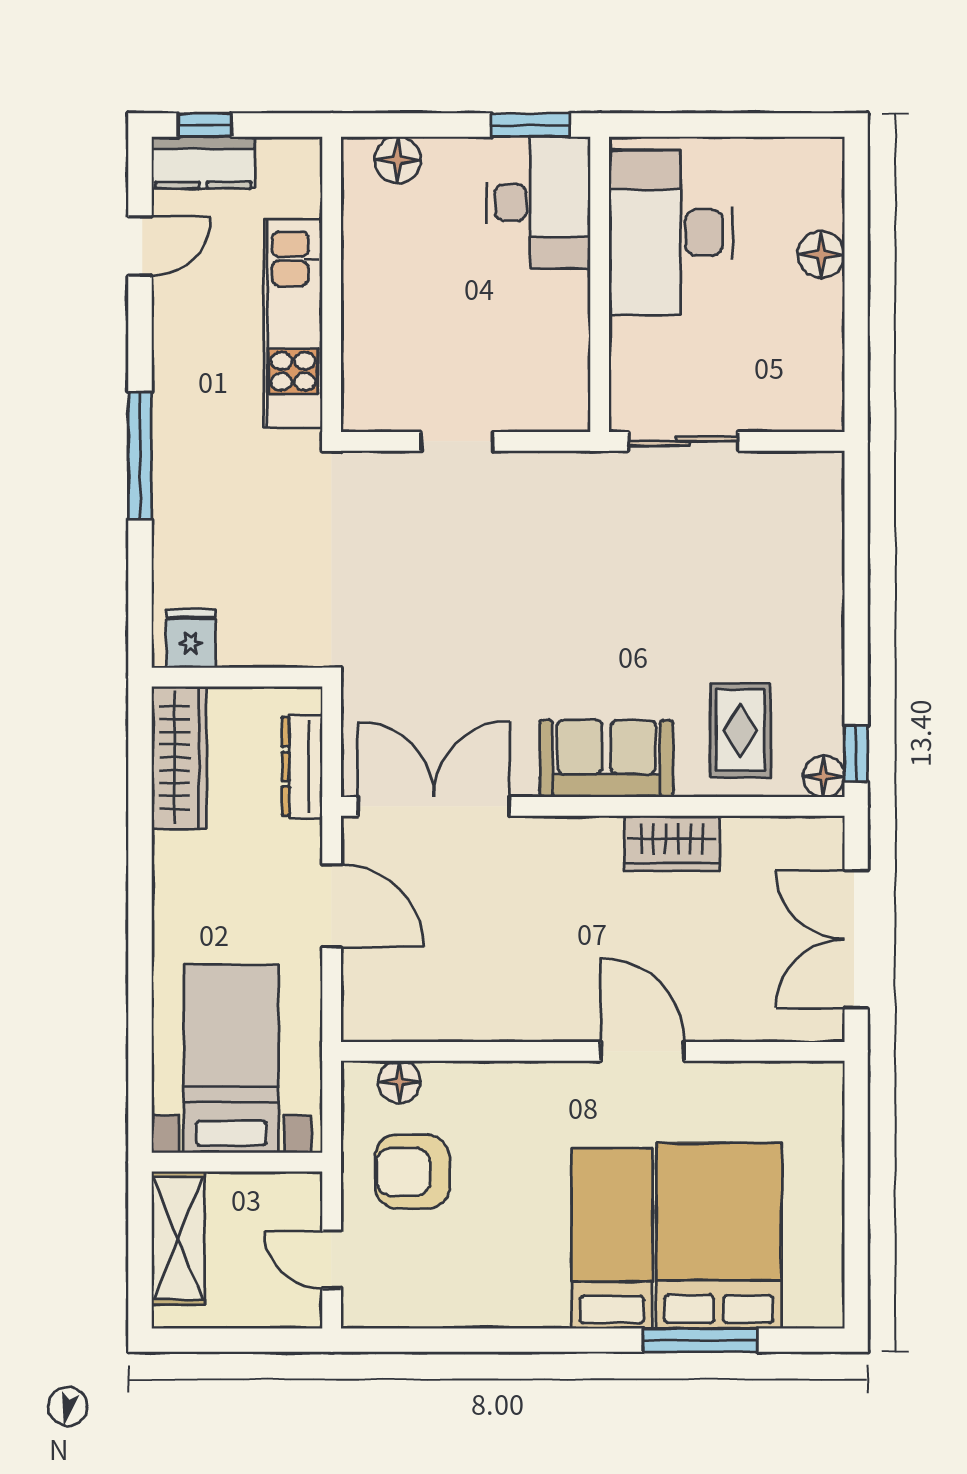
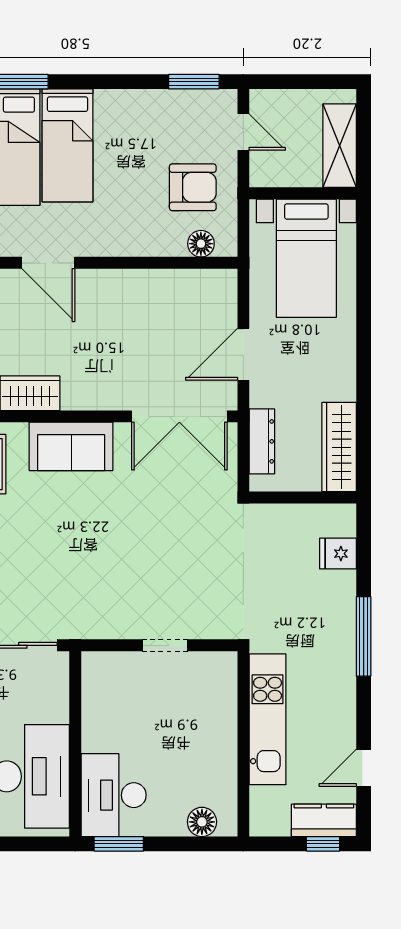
fridge: (191, 639) -> (338, 554), moved, turned 90
door: (332, 906) -> (243, 354), hinge flipped
window: (411, 1340) -> (194, 82), added

